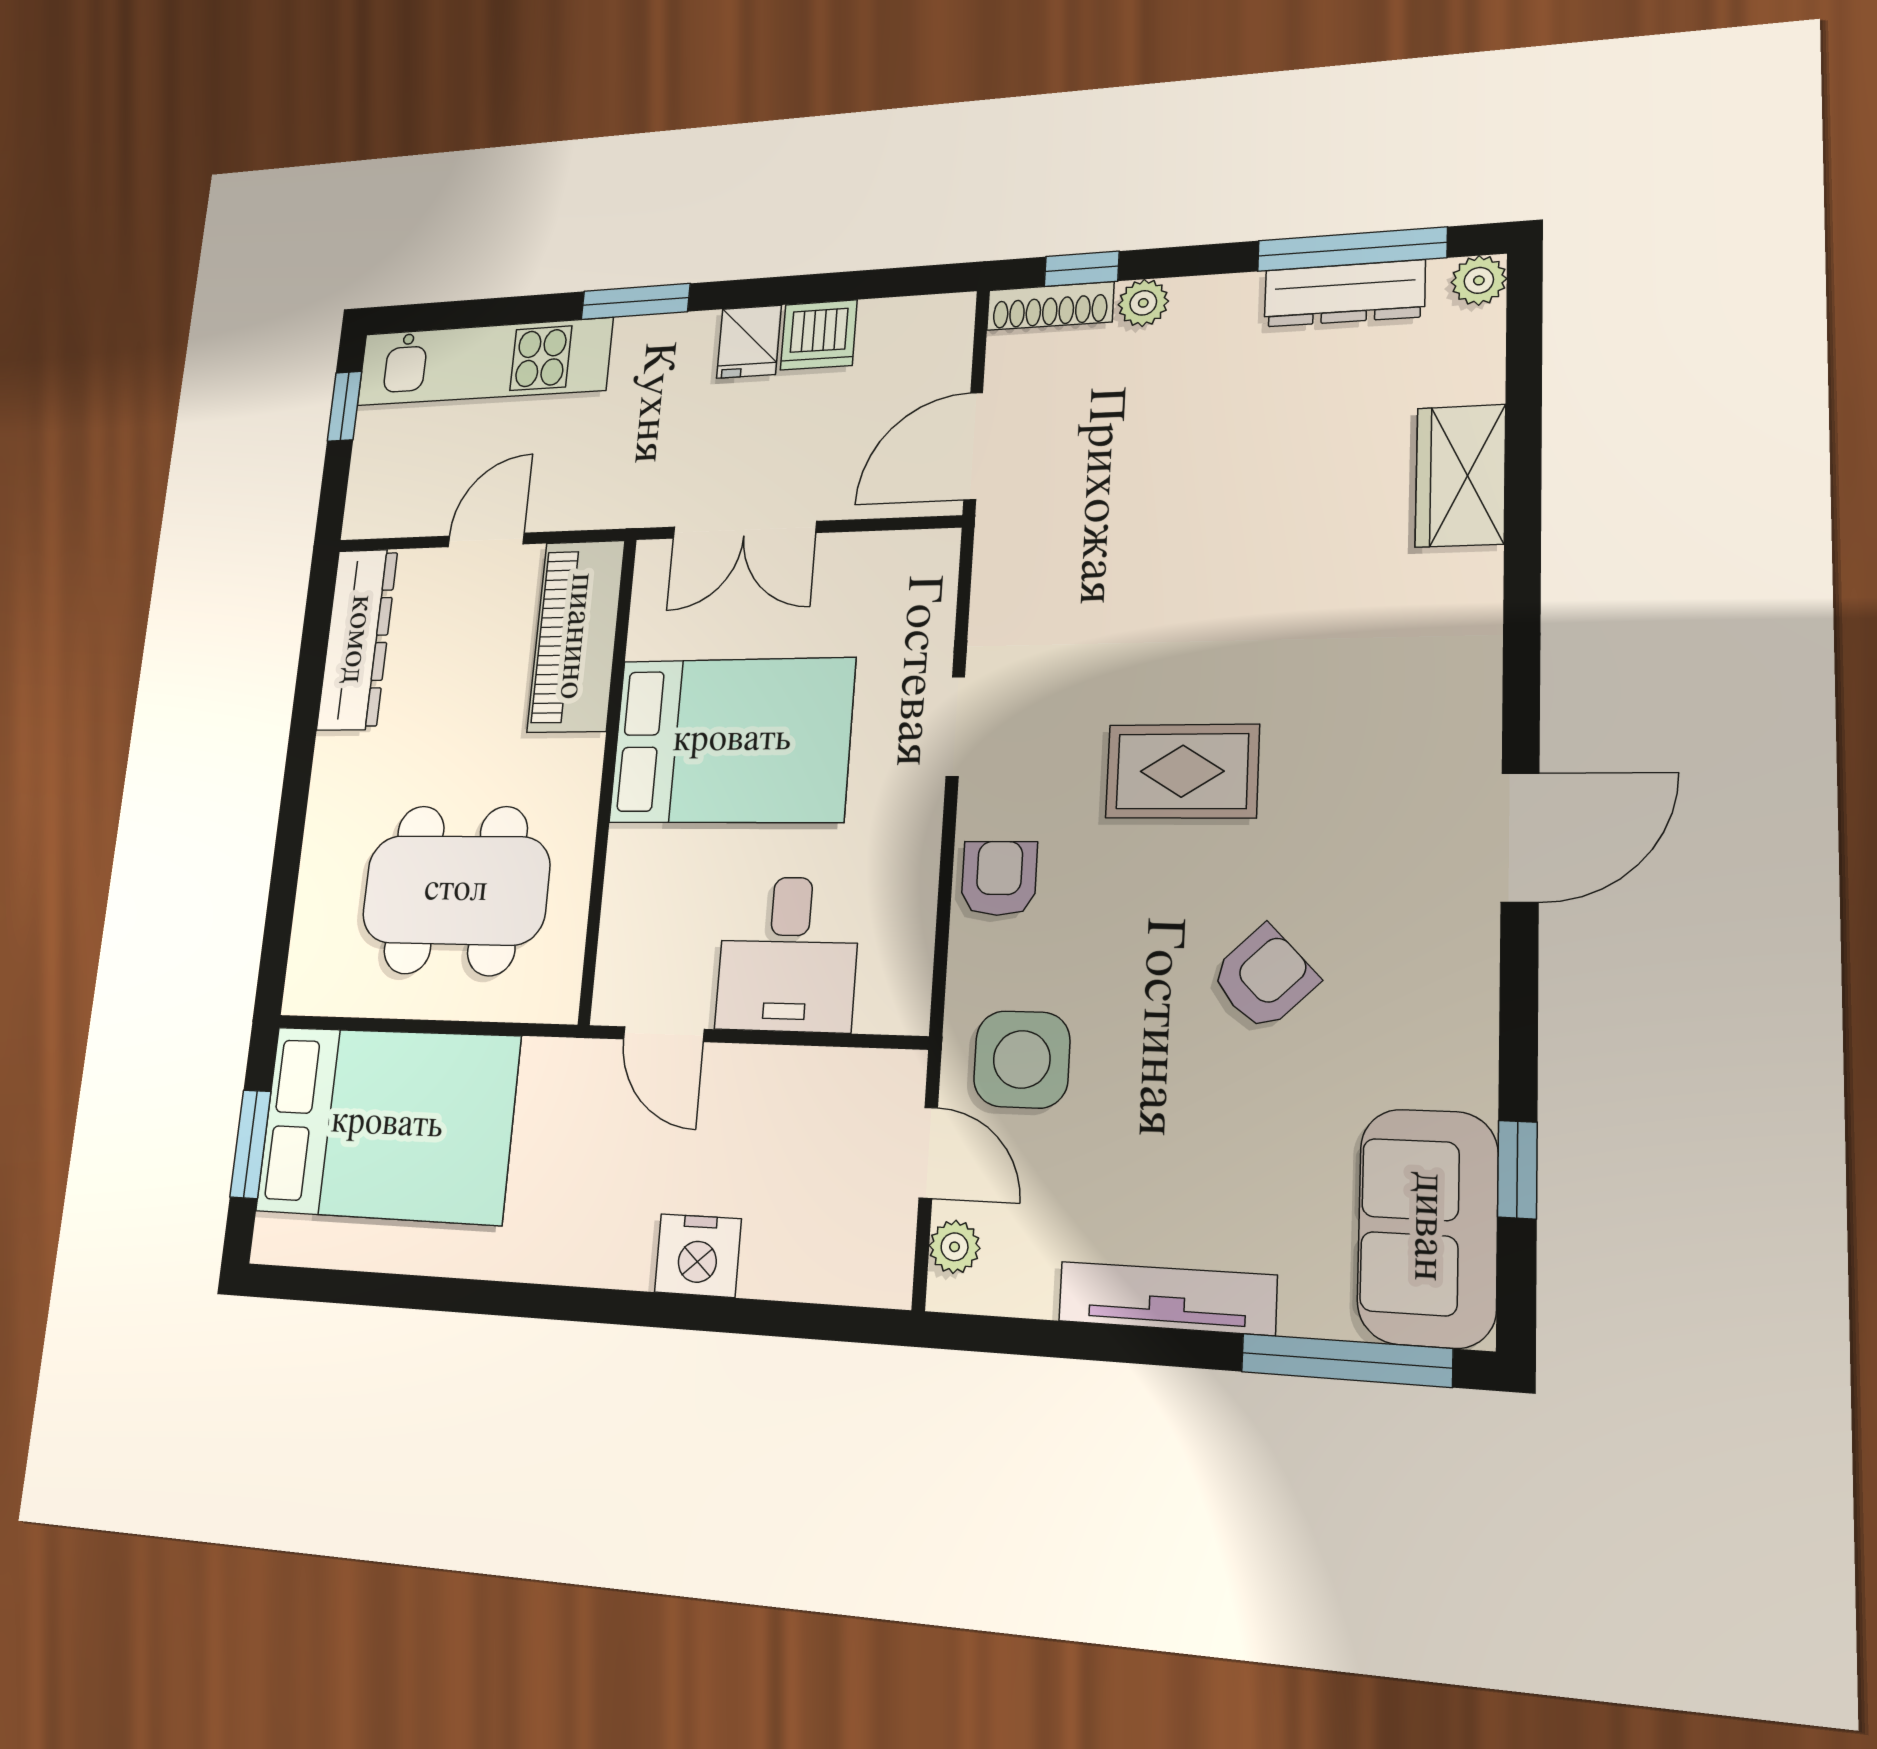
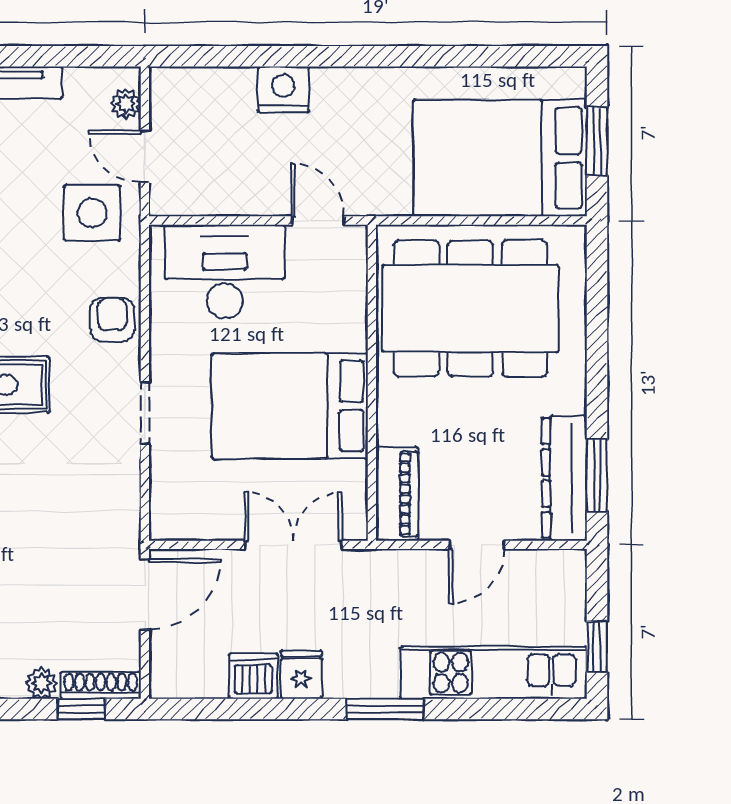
piano: (576, 636) -> (397, 494), width x0.73, depth x0.75
window: (314, 645) -> (597, 475), added
armchair: (999, 878) -> (112, 320), turned 180
dining table: (456, 890) -> (470, 308), width x1.36, depth x1.24
desk: (788, 954) -> (225, 272), width x1.37

